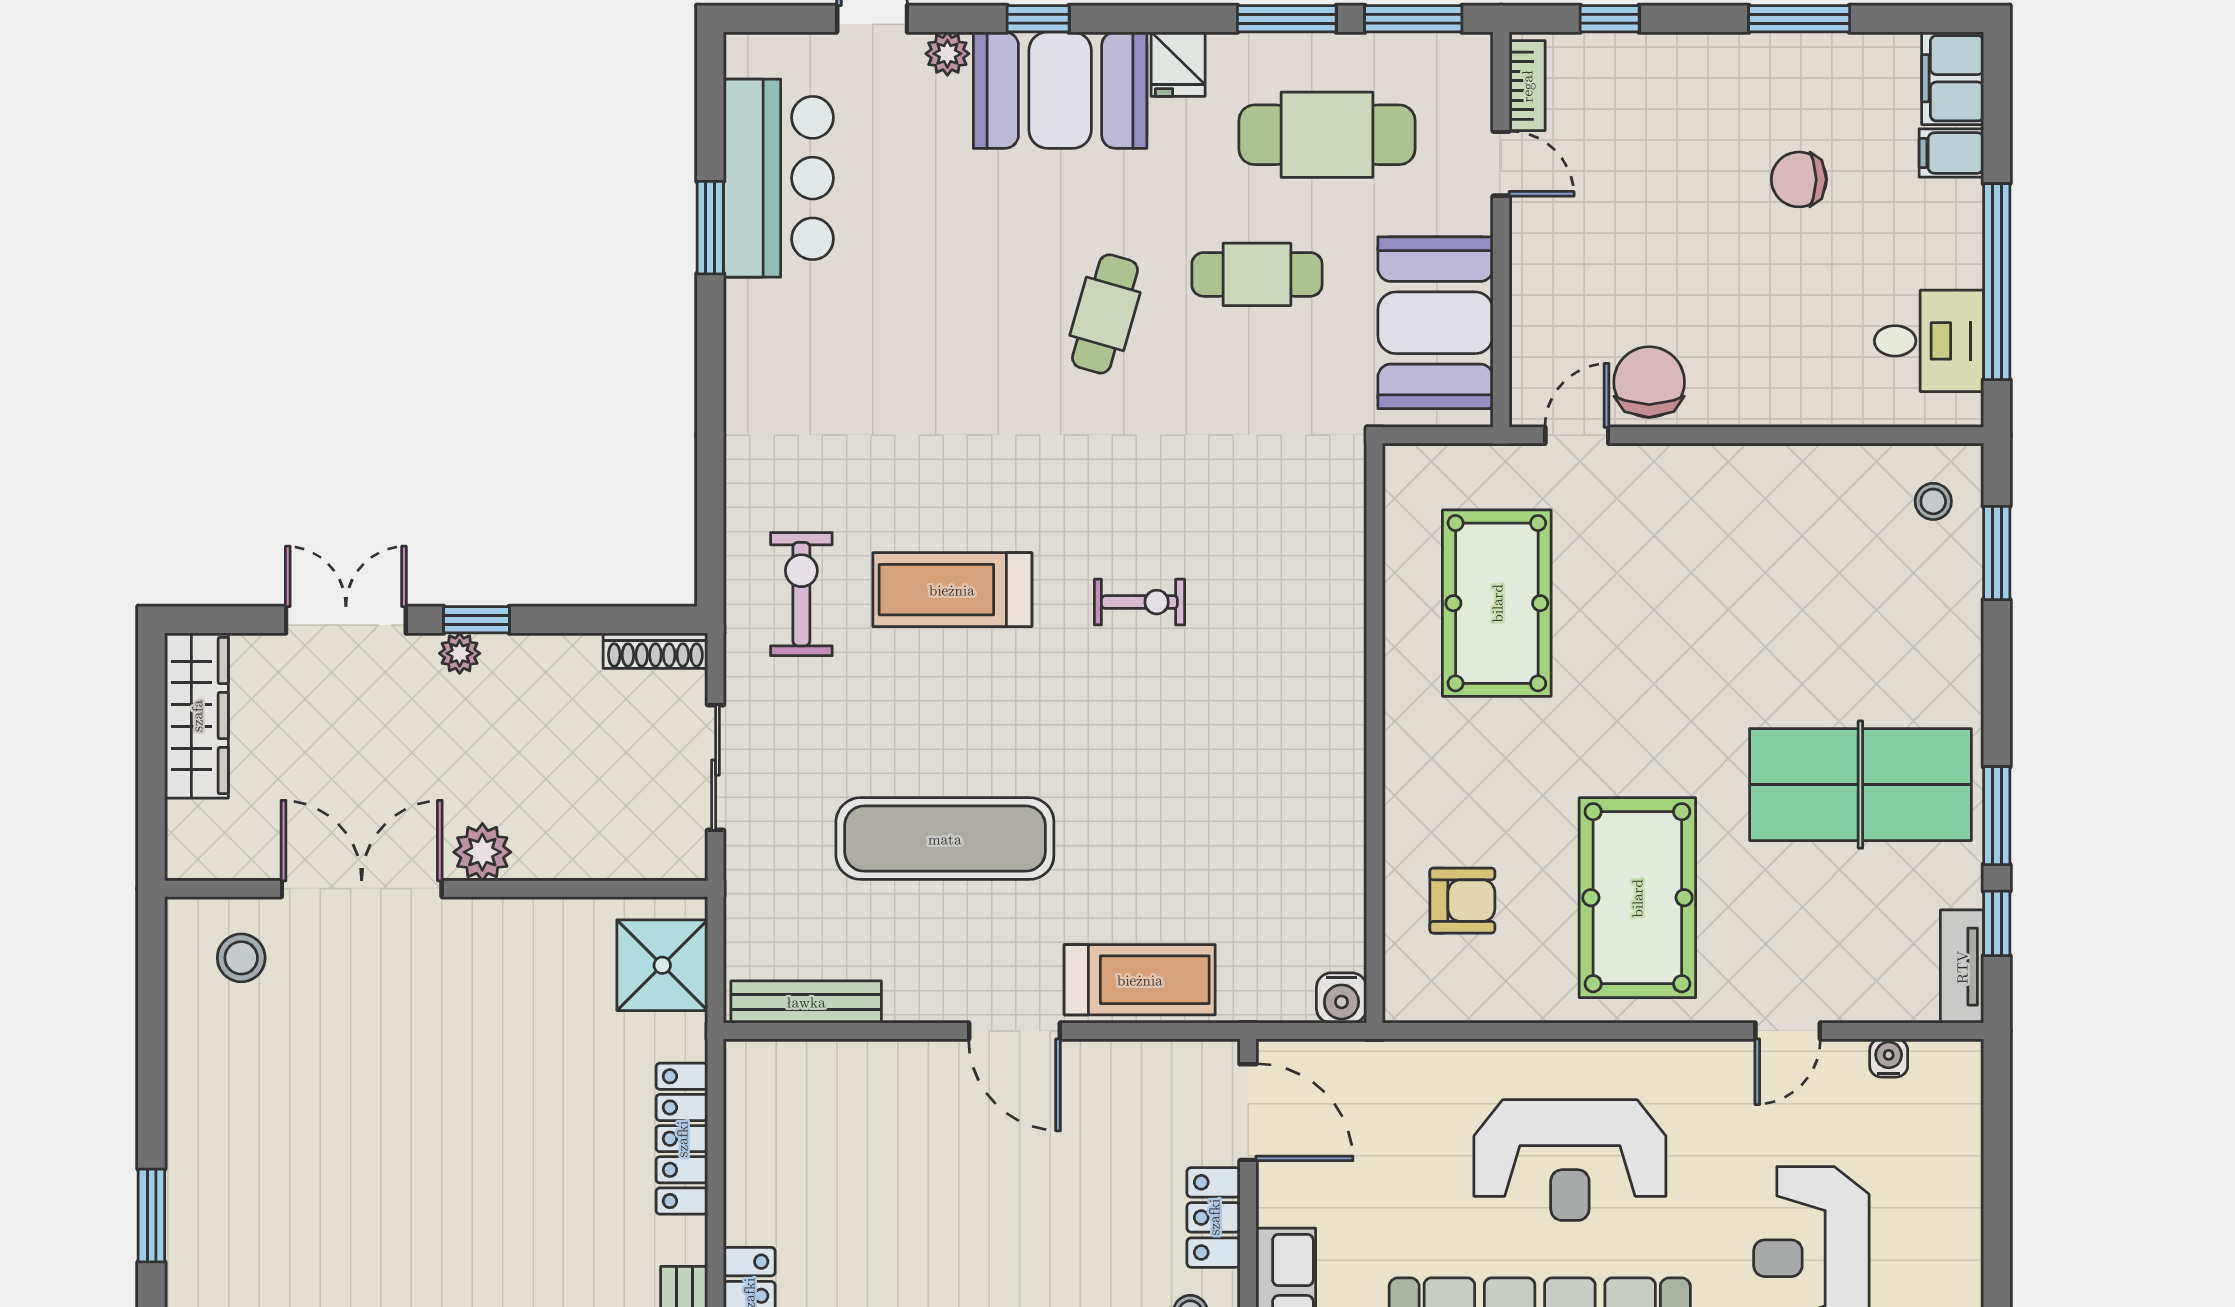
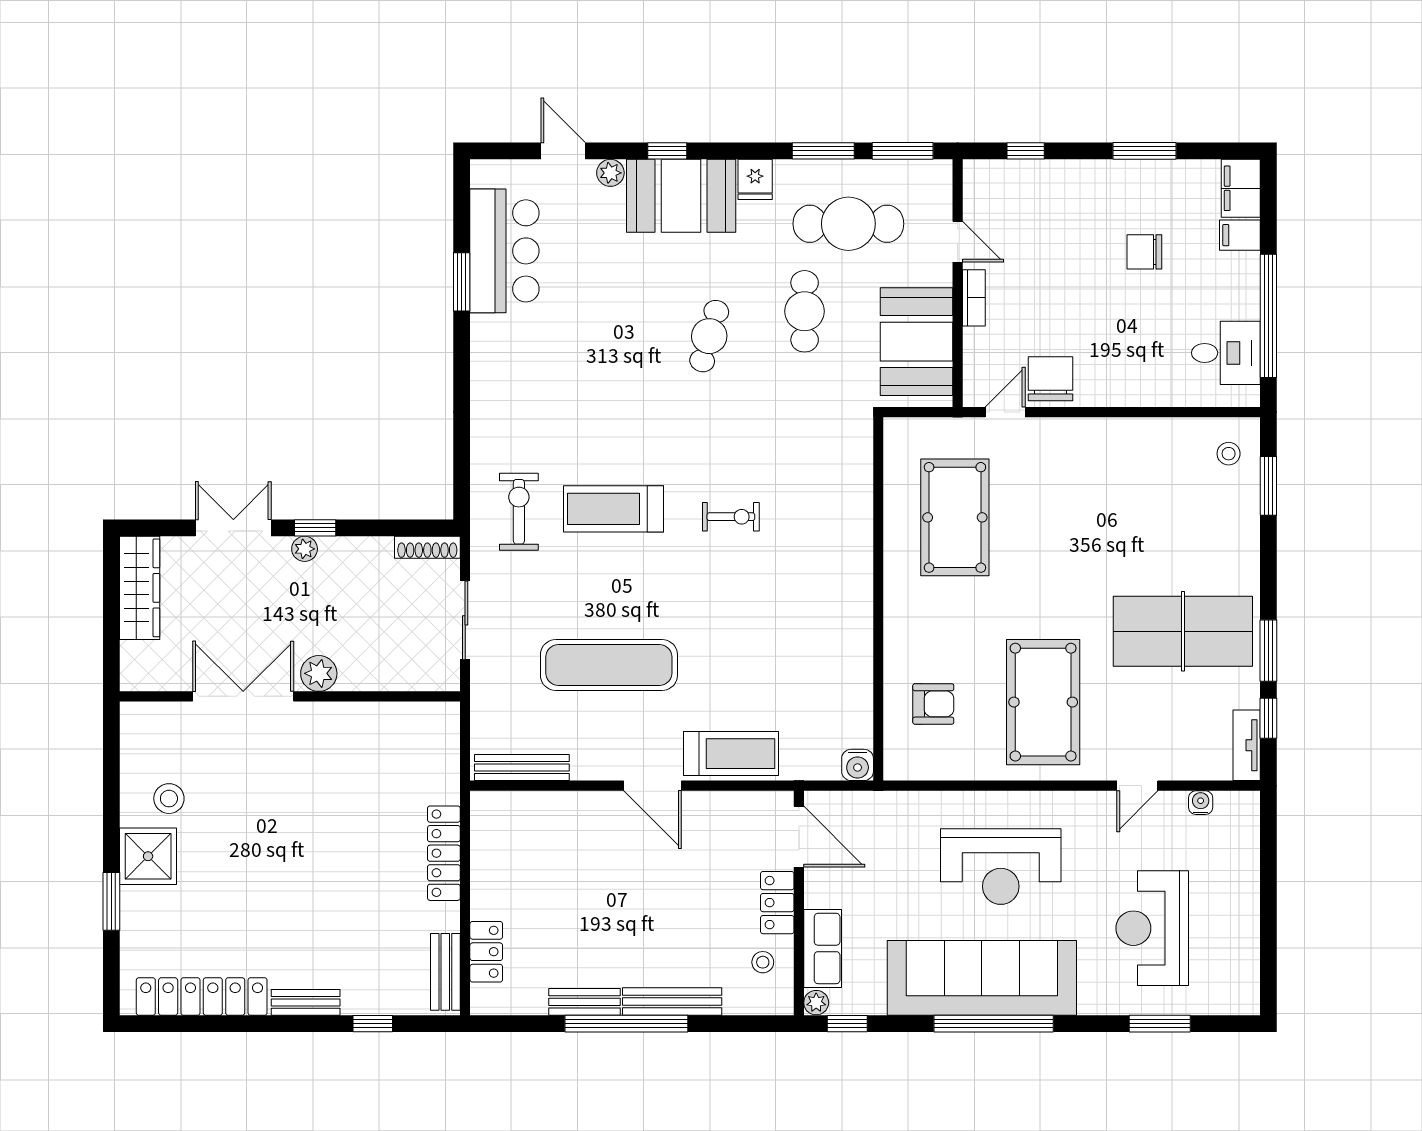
bookcase: (1527, 86) -> (974, 298), moved
cafe table: (1257, 274) -> (805, 311), turned 90
stool: (241, 958) -> (169, 799), moved
shower: (662, 965) -> (148, 856), moved

